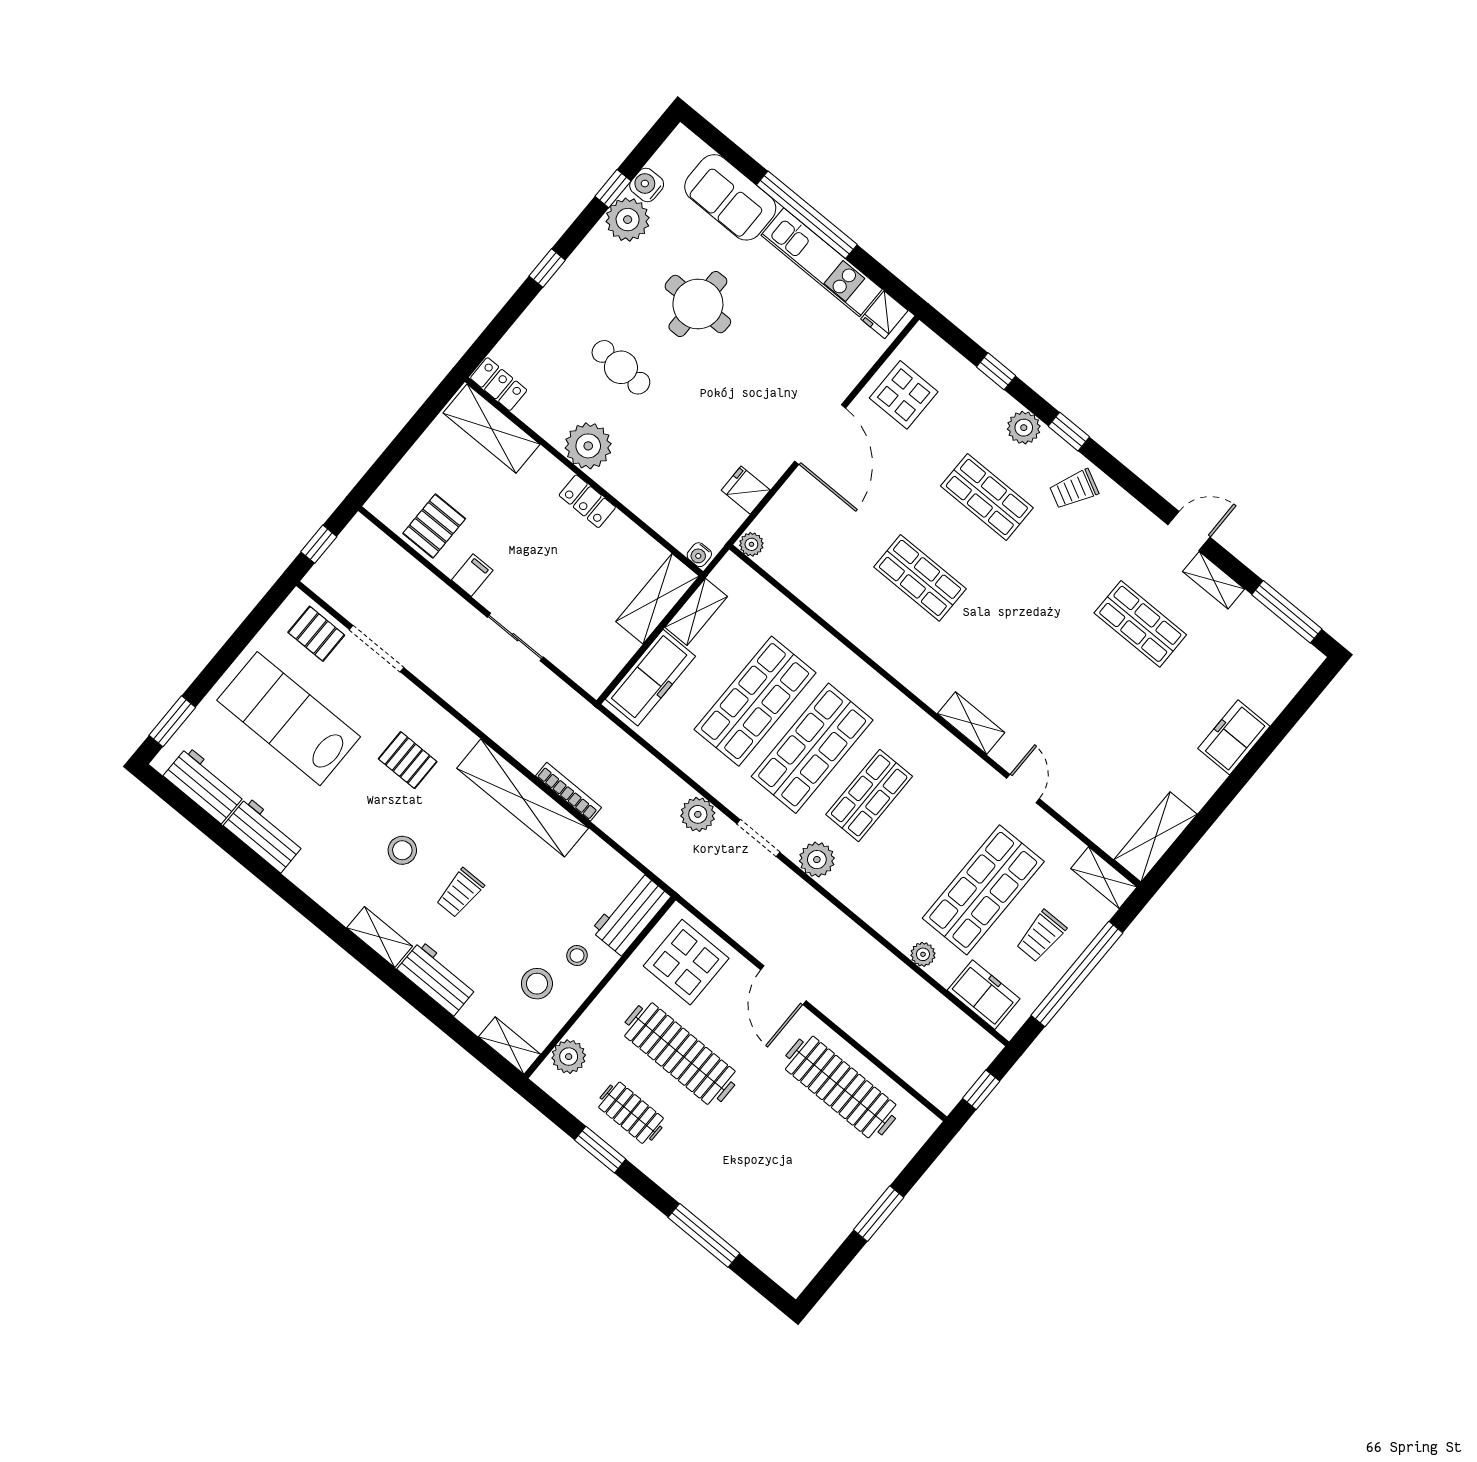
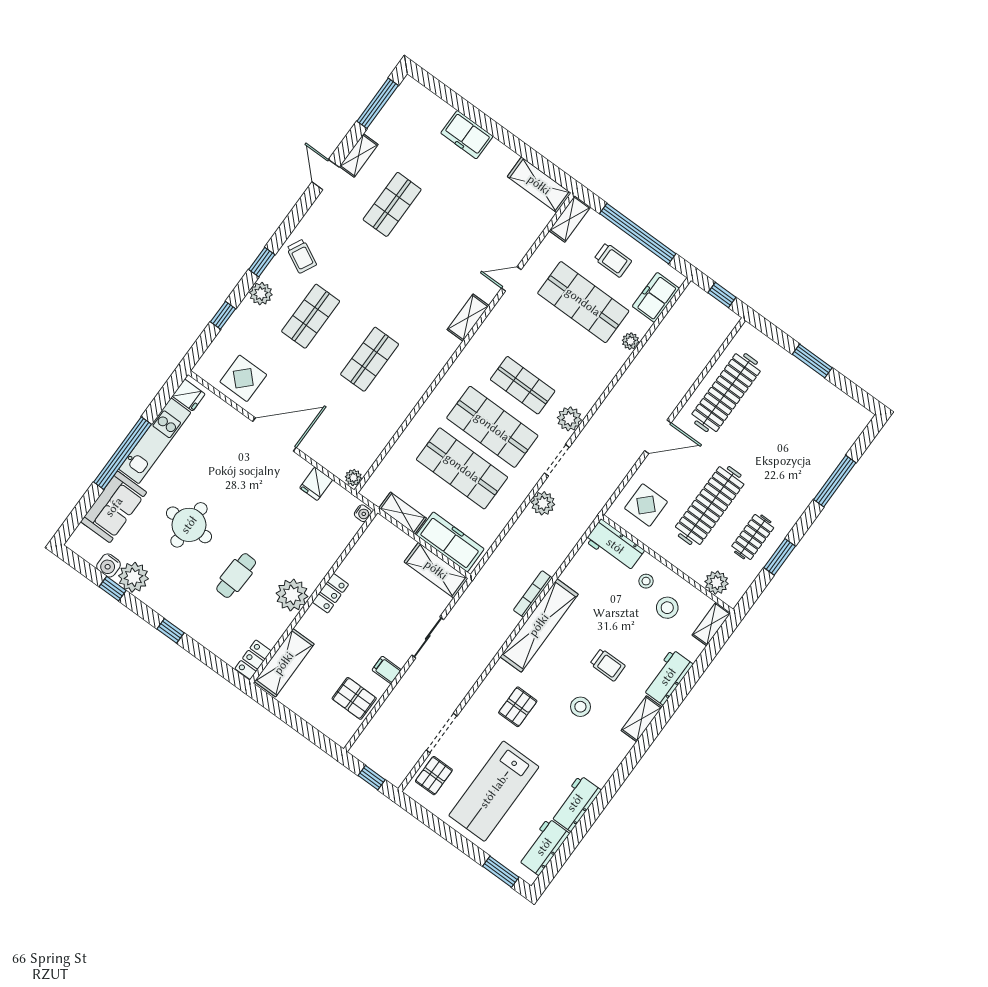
shelving: (658, 599) -> (436, 570), moved
display table: (686, 962) -> (646, 505), width x0.73, depth x0.73

